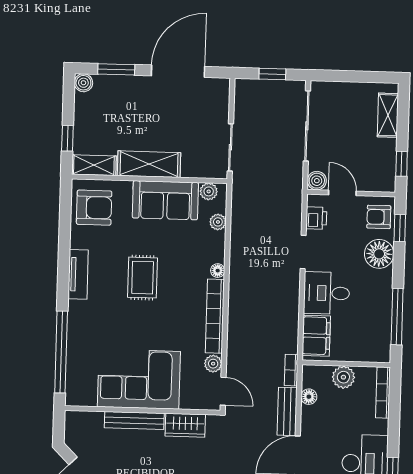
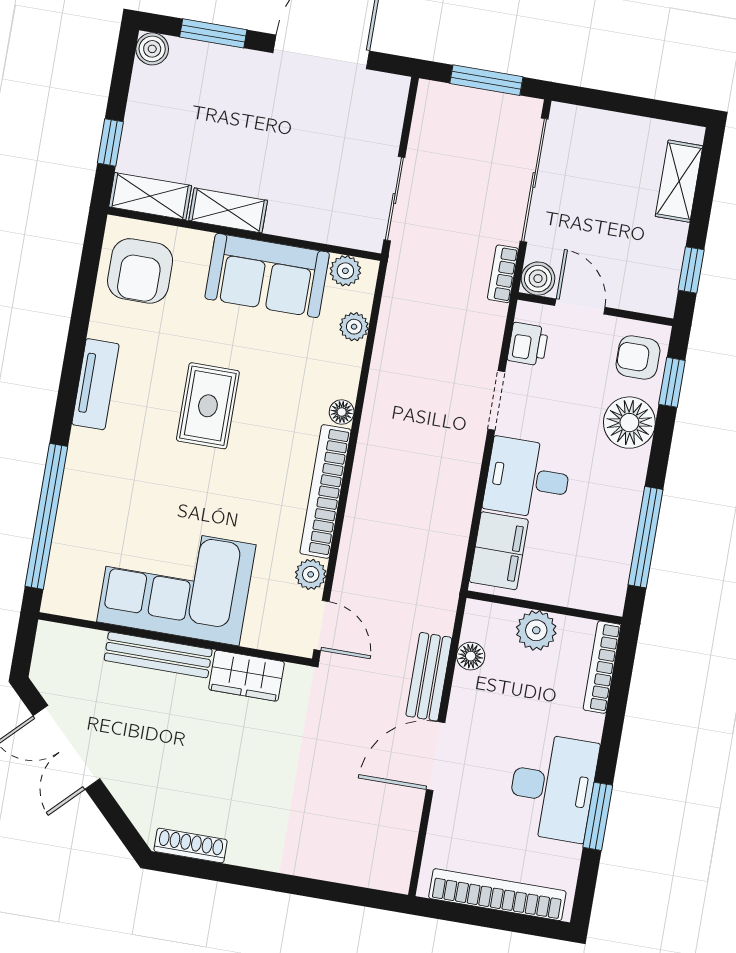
window: (272, 74) -> (486, 80), width x1.50
shelving: (149, 164) -> (228, 210), width x0.67, depth x0.75
armchair: (94, 208) -> (140, 271), turned 90
bookcase: (291, 370) -> (503, 274), moved

